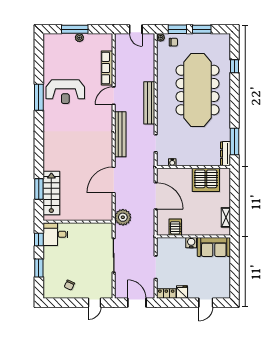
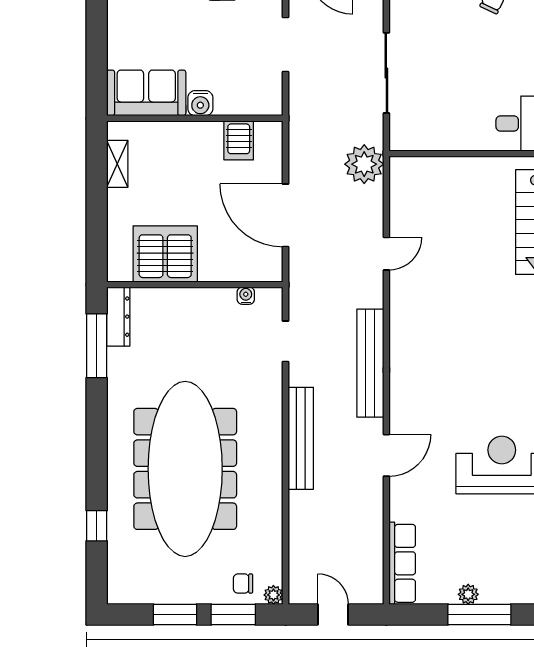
row of seats: (107, 68) -> (402, 563), moved
door: (114, 180) -> (386, 254), width x0.53

